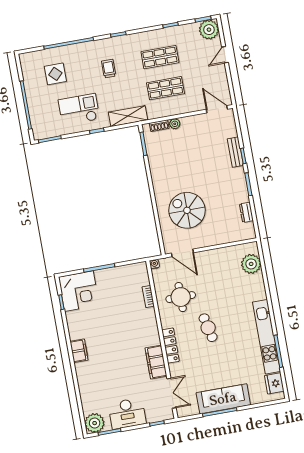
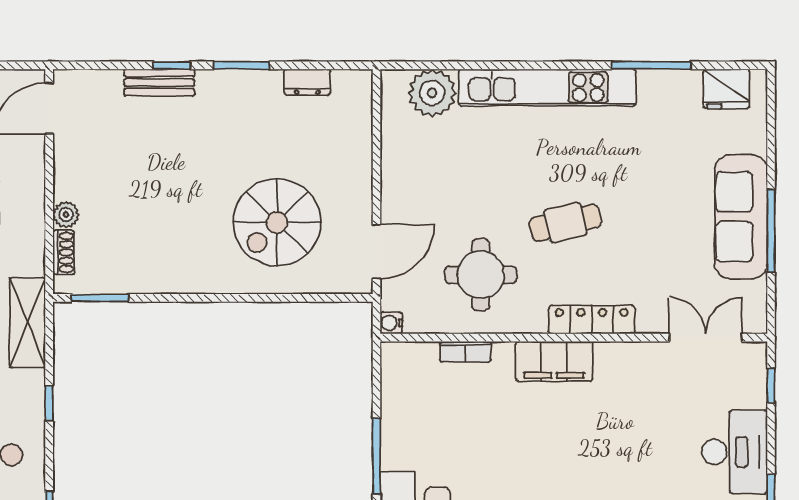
kitchen unit: (266, 337) -> (547, 87), moved
filing cabinet: (156, 362) -> (554, 361), moved

